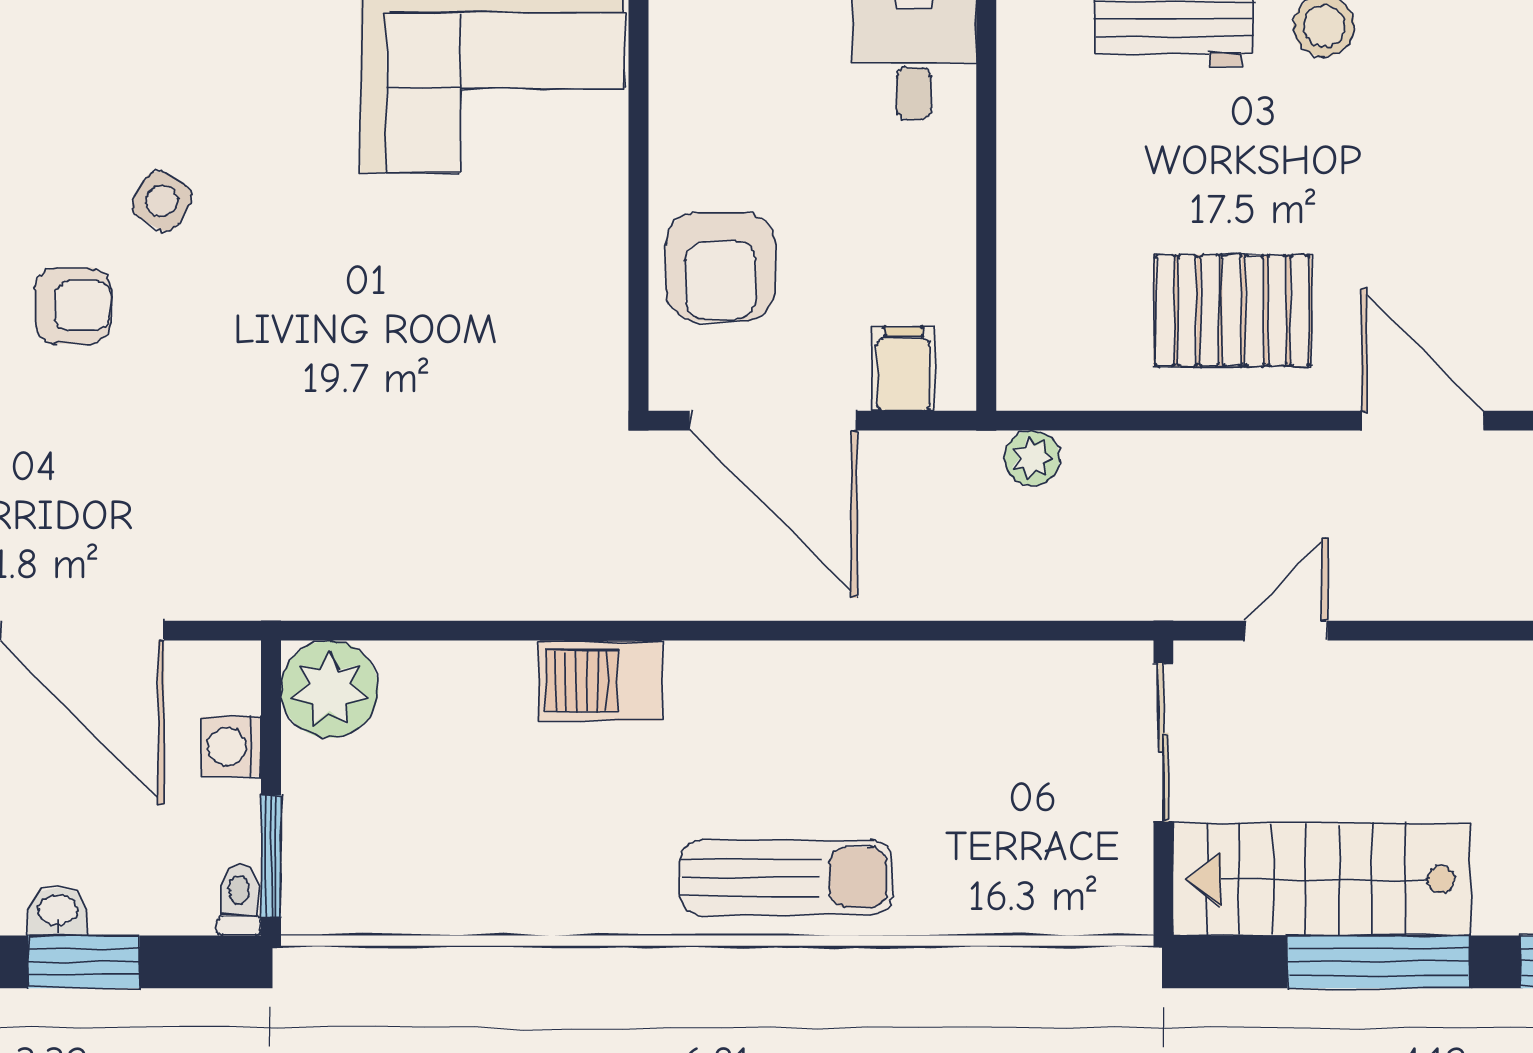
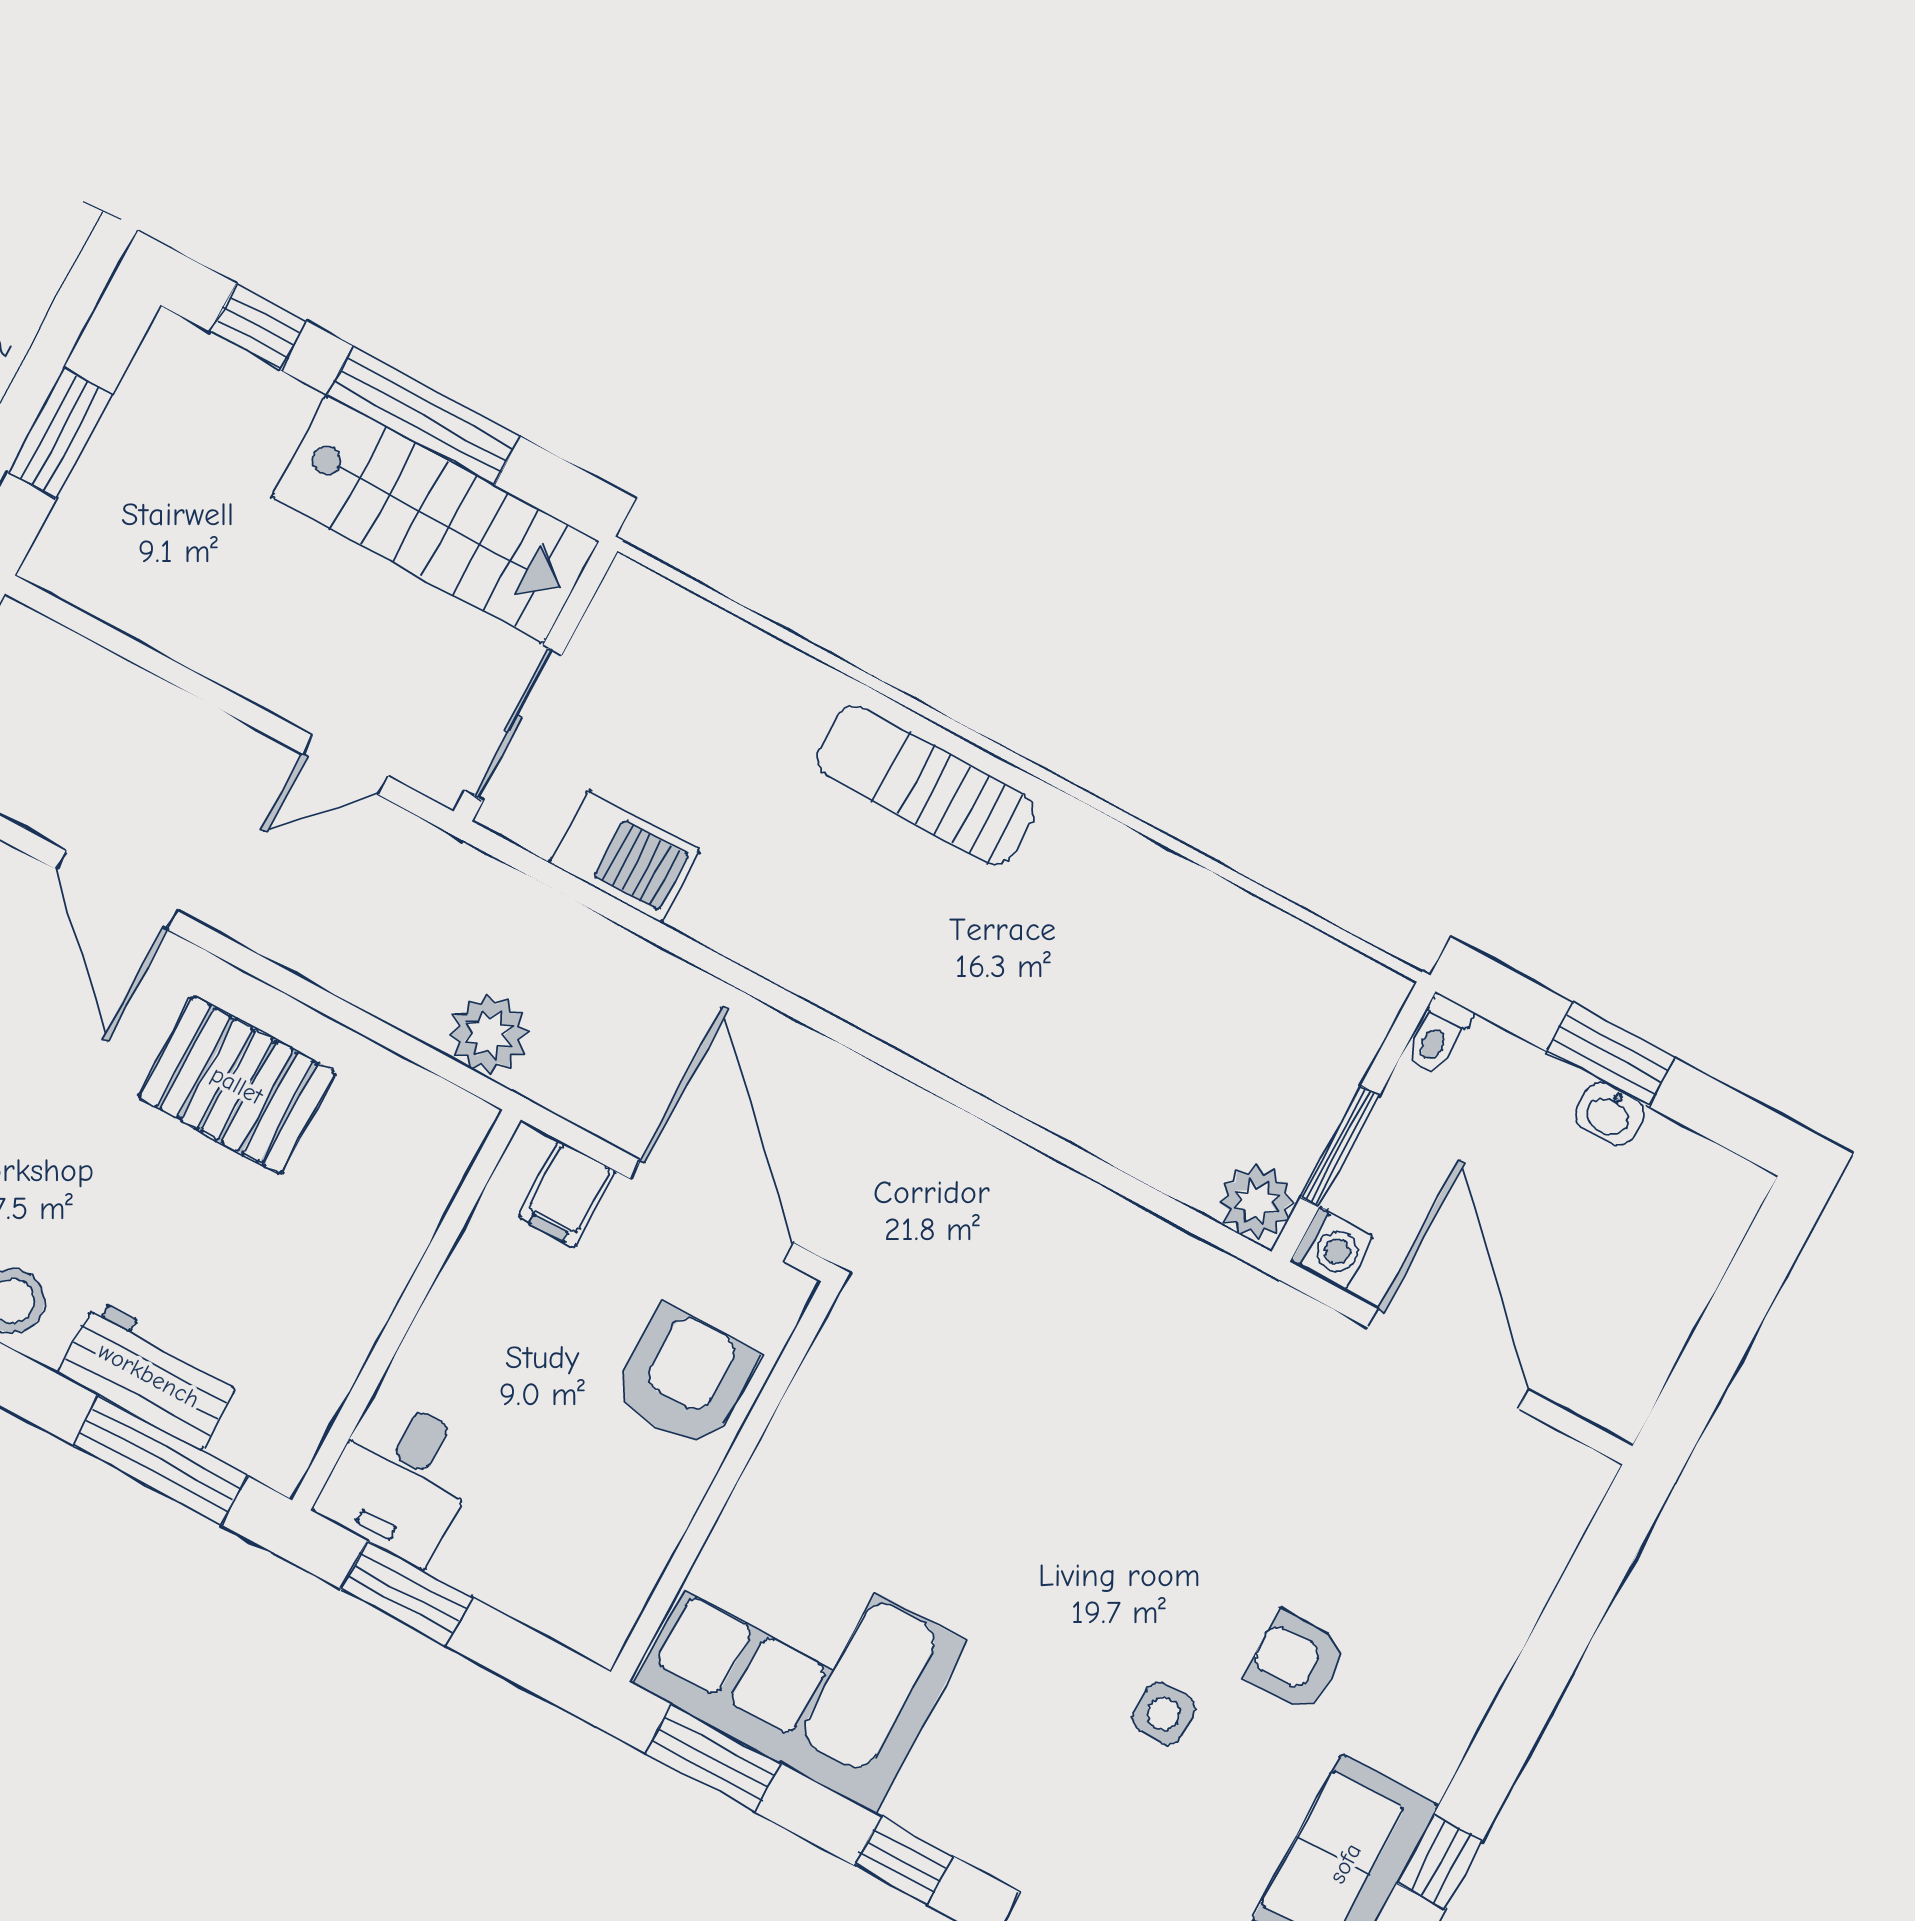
side table: (162, 201) -> (1164, 1714), turned -30
plant: (1032, 458) -> (489, 1034), width x1.38, depth x1.38
barbecue: (600, 681) -> (624, 856), moved
plant: (330, 689) -> (1256, 1202), width x0.73, depth x0.73
washing machine: (231, 747) -> (1332, 1248), moved
window: (271, 856) -> (1340, 1147), moved

